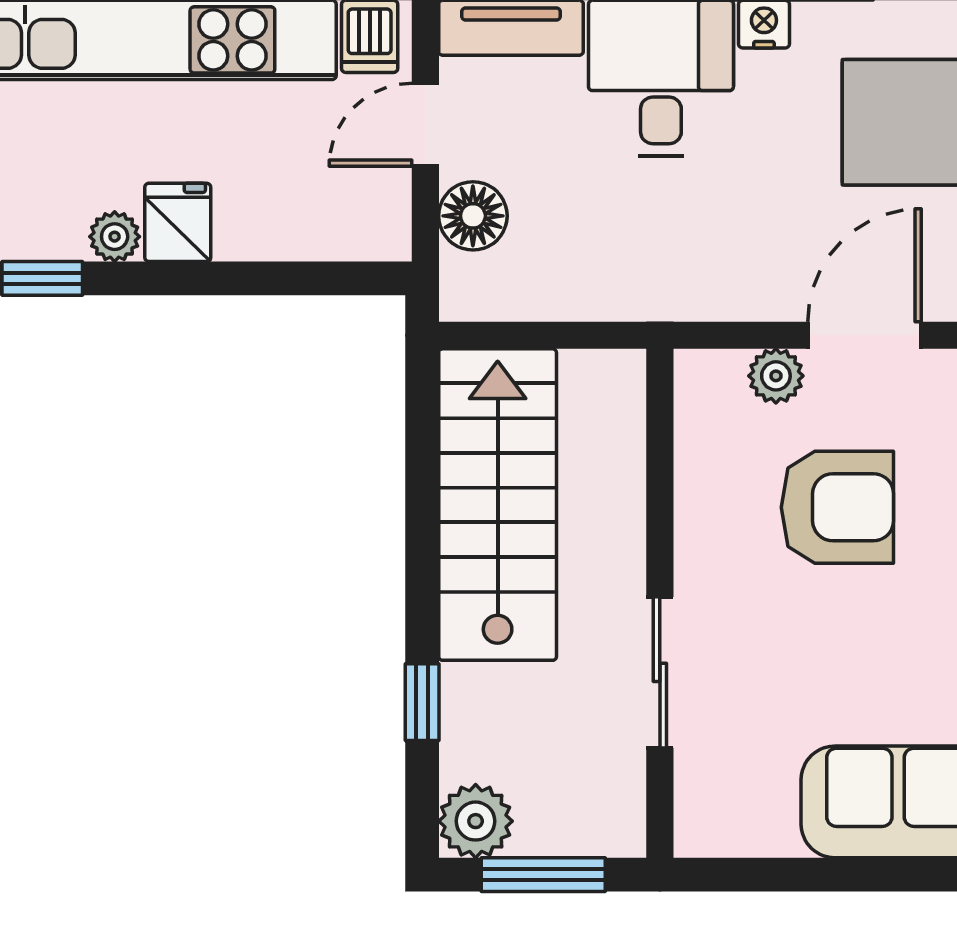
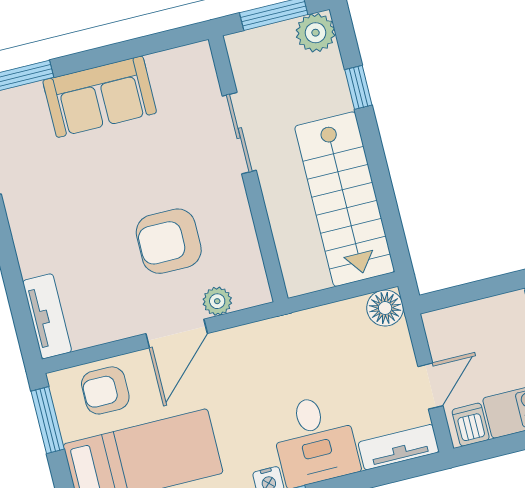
floor lamp: (473, 216) -> (385, 308), moved

